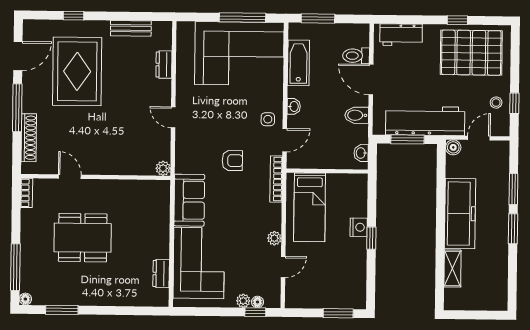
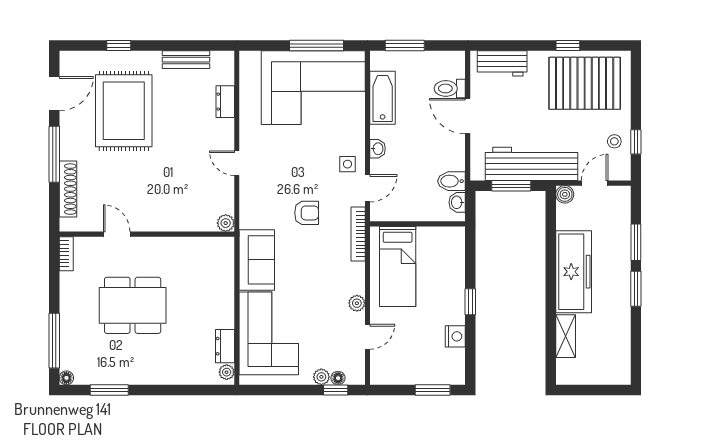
bidet: (357, 115) -> (451, 181), moved
nightstand: (359, 227) -> (455, 336), moved
plant: (162, 296) -> (227, 372), added

